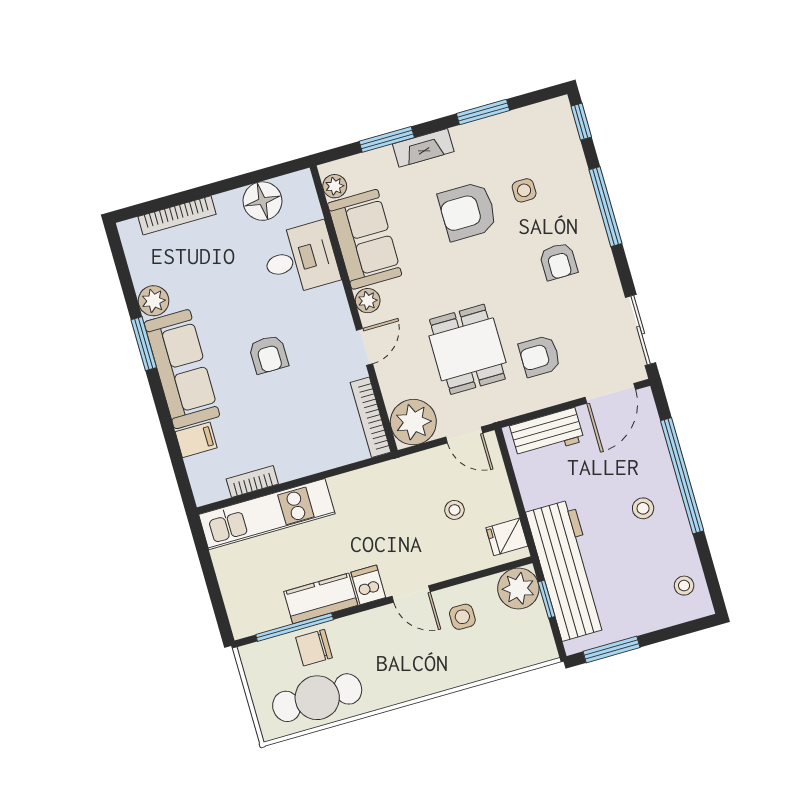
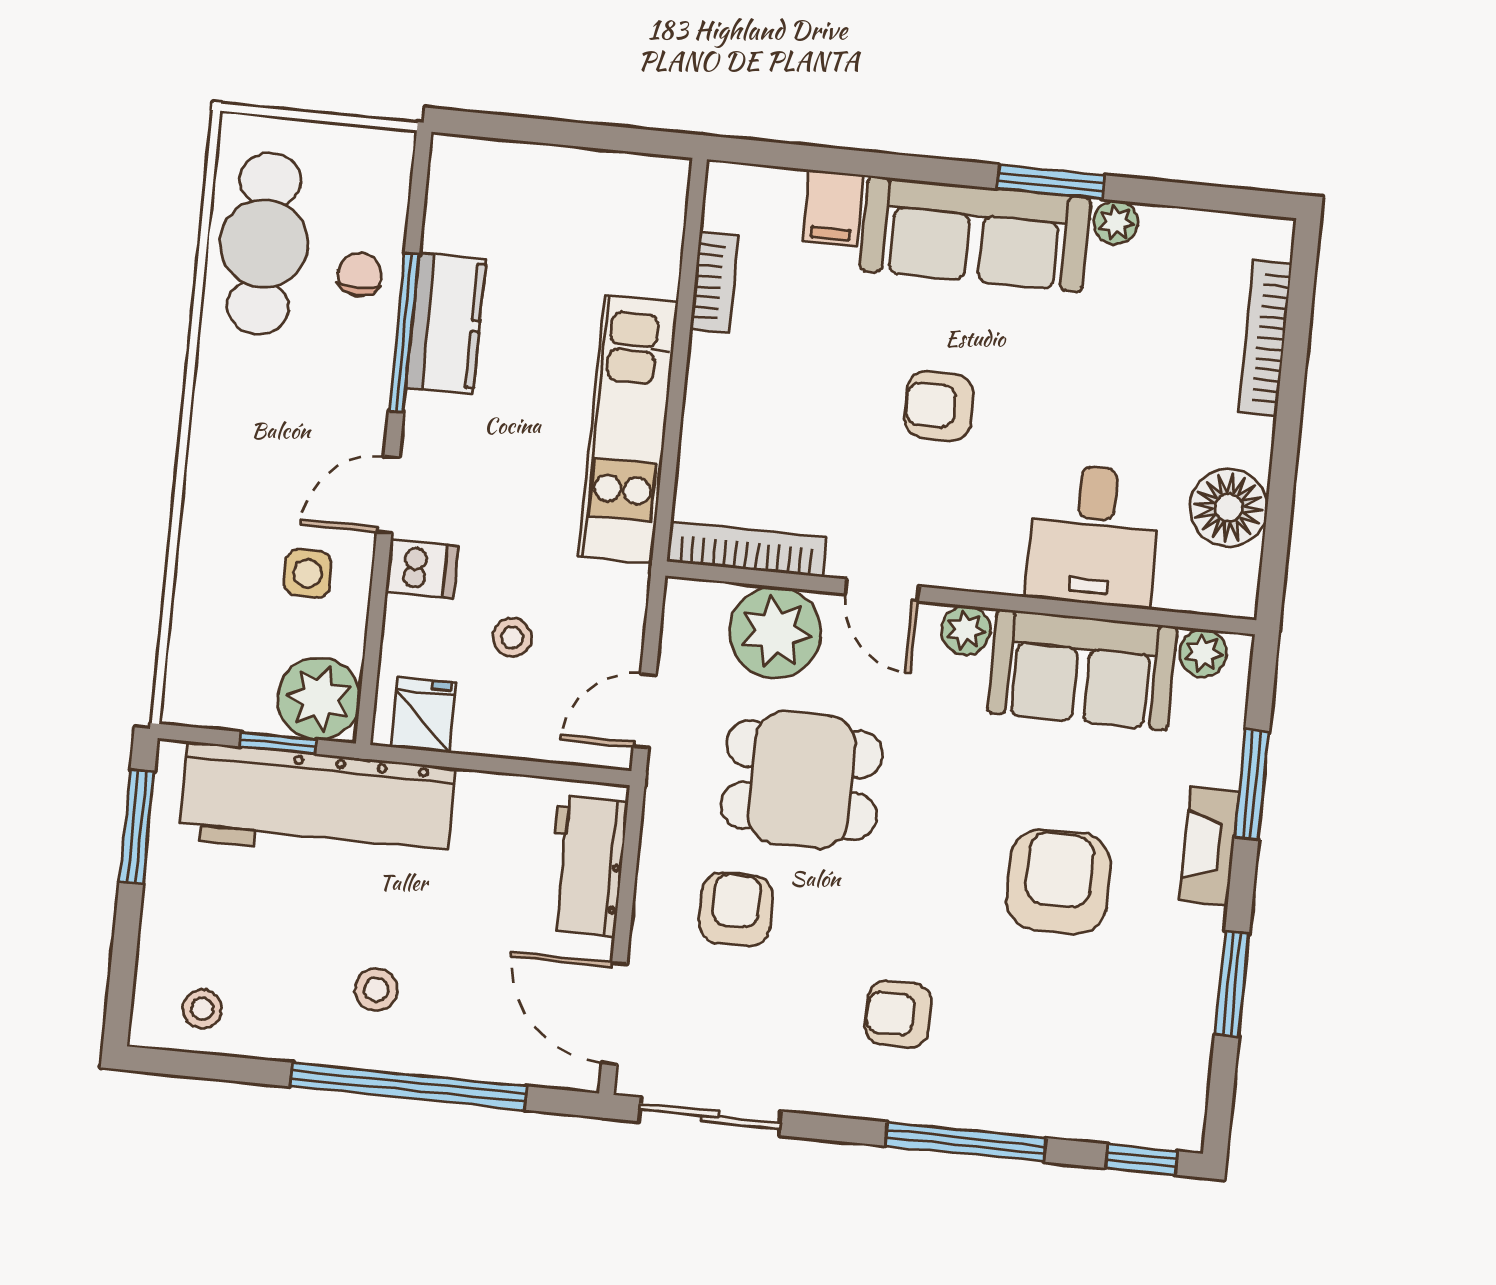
side table: (524, 190) -> (1056, 1002), removed
plant: (154, 301) -> (1116, 222), width x0.73, depth x0.73
plant: (413, 422) -> (775, 632), moved
kitchen unit: (267, 514) -> (628, 429), moved
dishwasher: (368, 585) -> (422, 569), moved
window: (295, 627) -> (404, 333), moved
chair: (314, 648) -> (360, 274), width x0.73, depth x0.73

